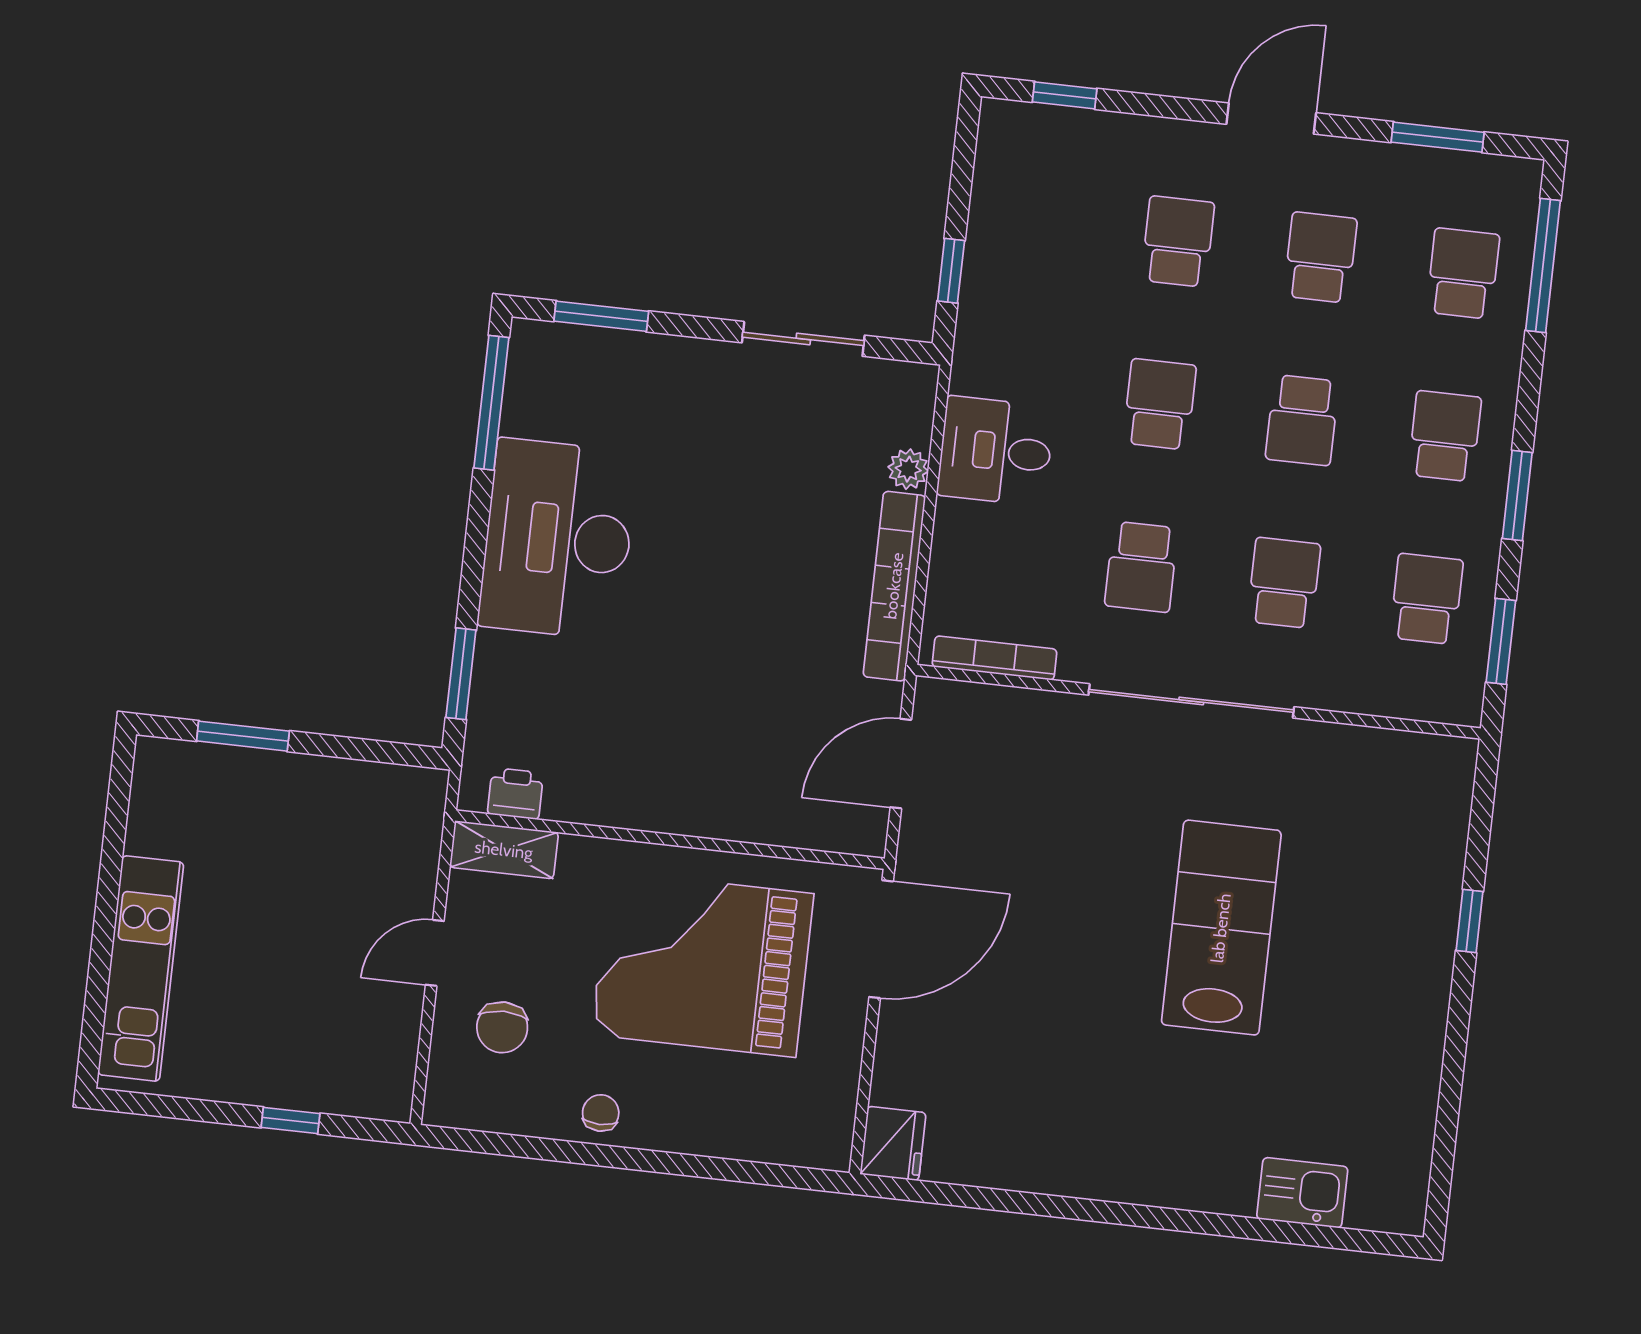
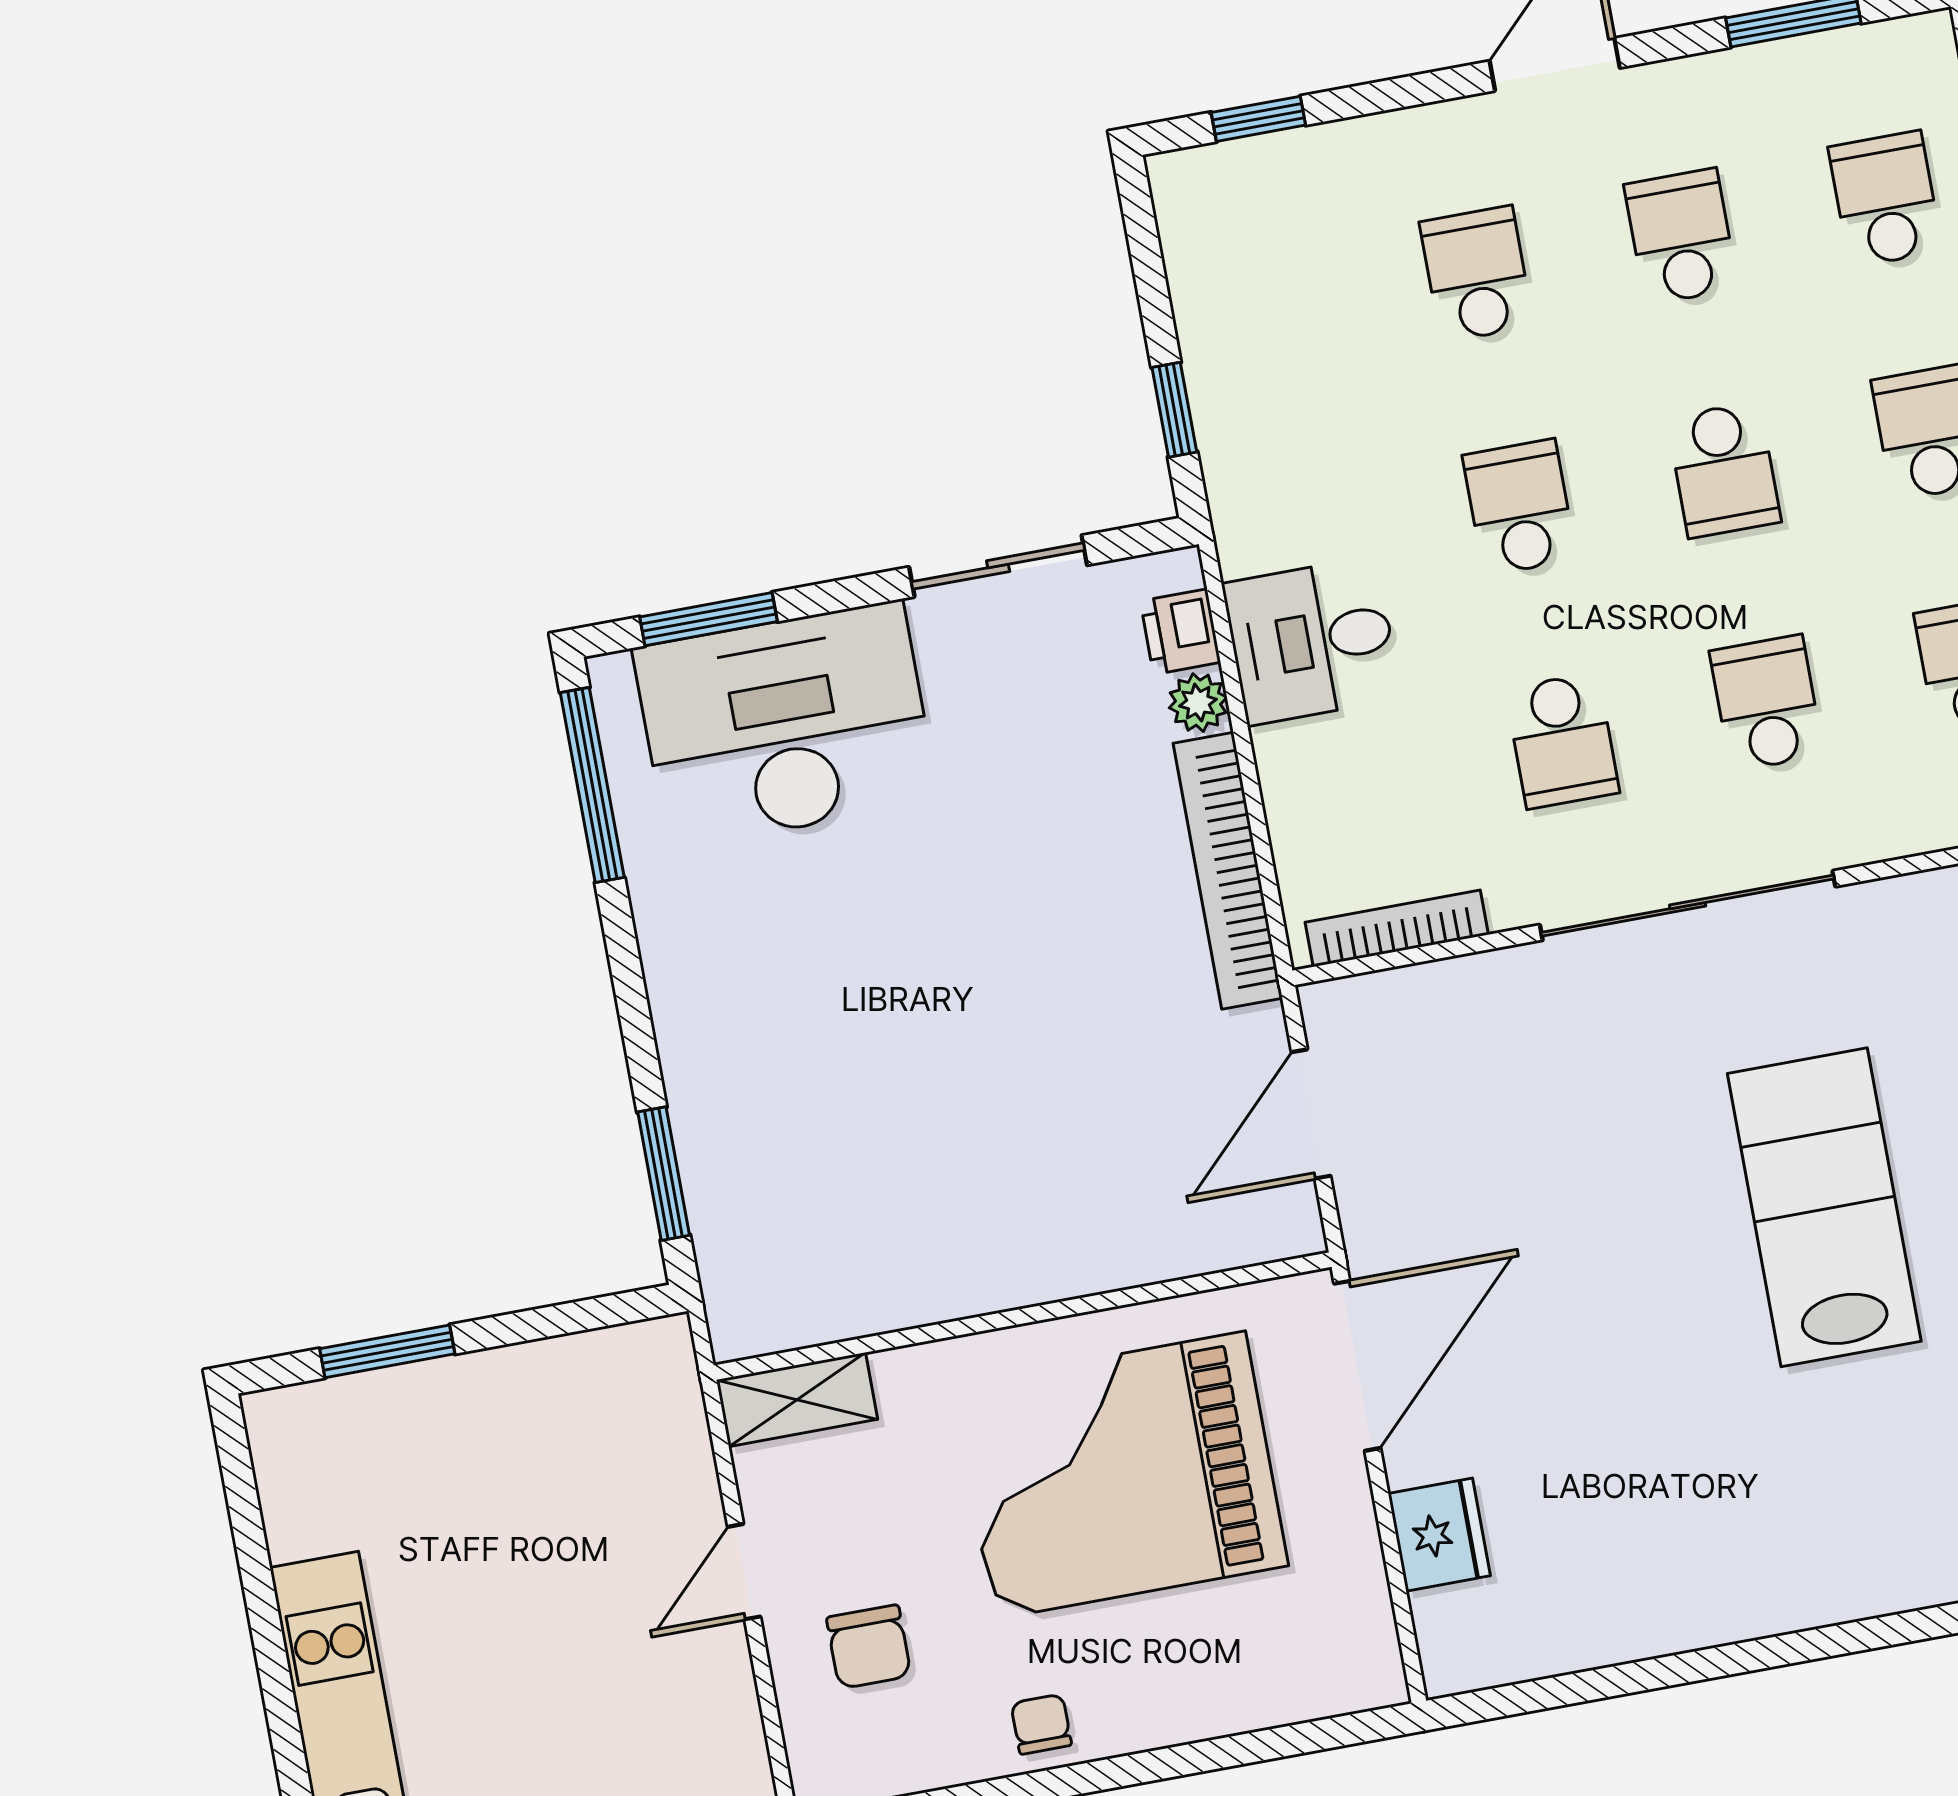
desk: (558, 539) -> (786, 725), moved, turned 90
printer: (515, 793) -> (1180, 632), moved, turned -90
fridge: (893, 1143) -> (1439, 1535), moved

